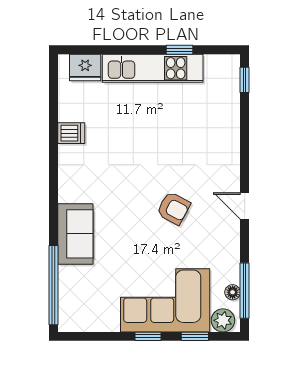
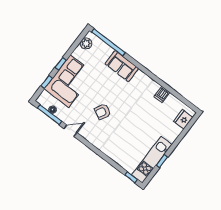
kitchen unit: (153, 68) -> (152, 160), moved
door: (245, 206) -> (70, 131), moved
plant: (223, 320) -> (86, 43), moved

